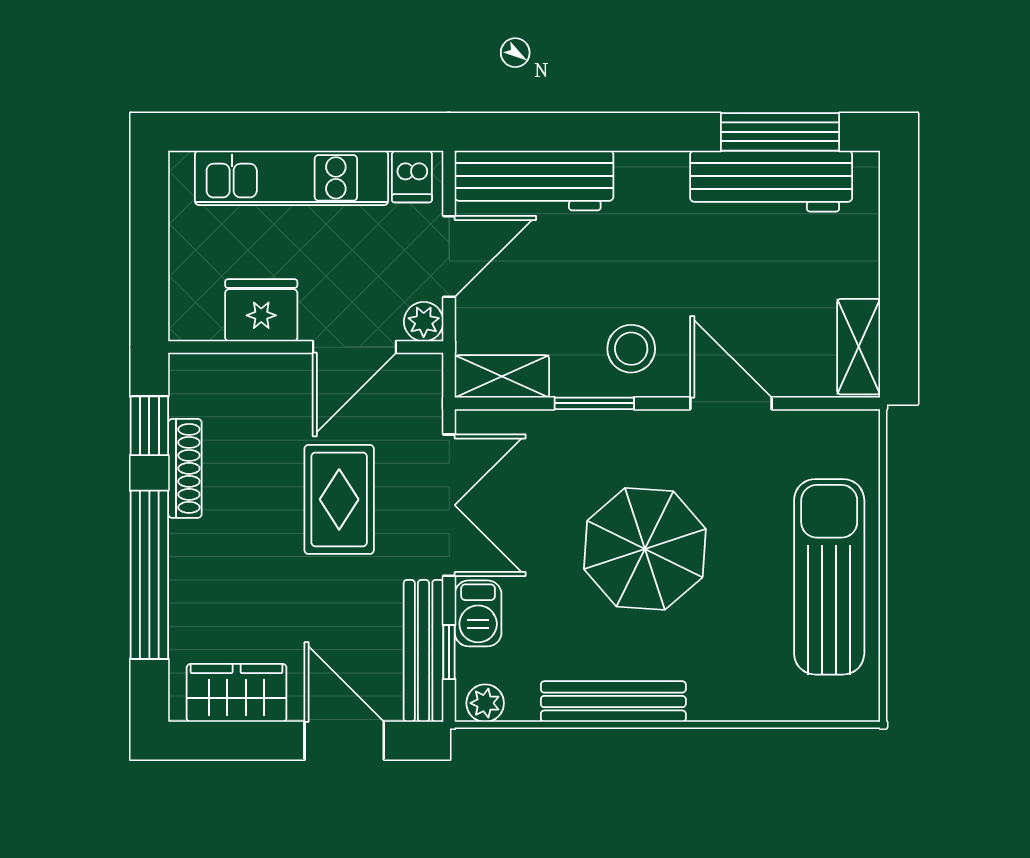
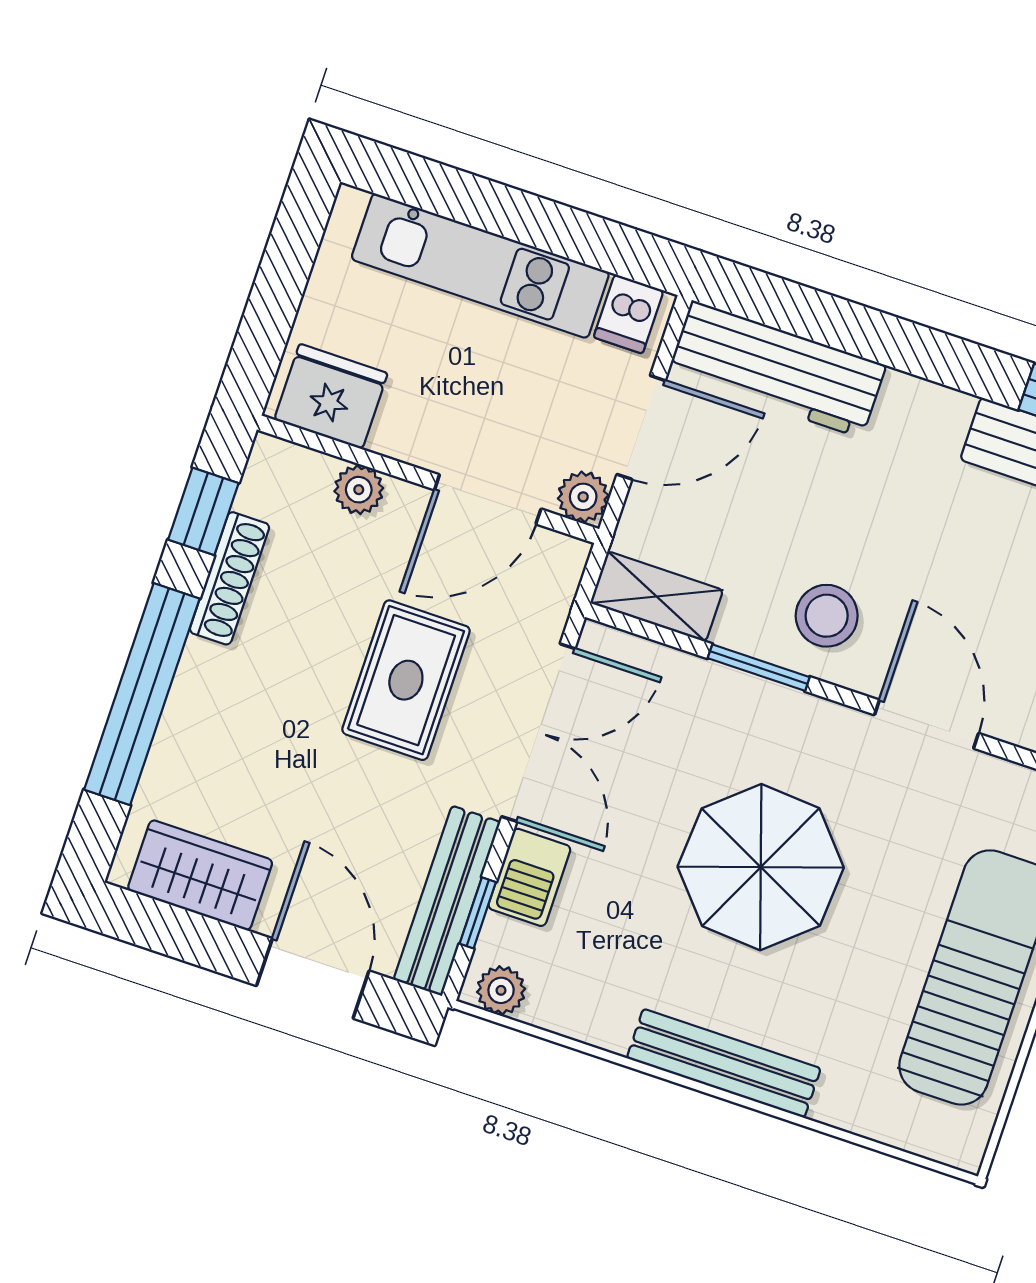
fridge: (261, 310) -> (331, 396), moved
plant: (258, 372) -> (359, 490), added
bench: (613, 702) -> (724, 1063), moved

